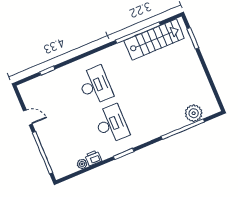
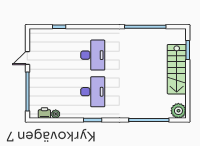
stairs: (154, 40) -> (177, 69), moved, turned 90
plant: (194, 113) -> (178, 111), moved
door: (28, 117) -> (27, 58), swing flipped
printer: (93, 158) -> (44, 113), moved

